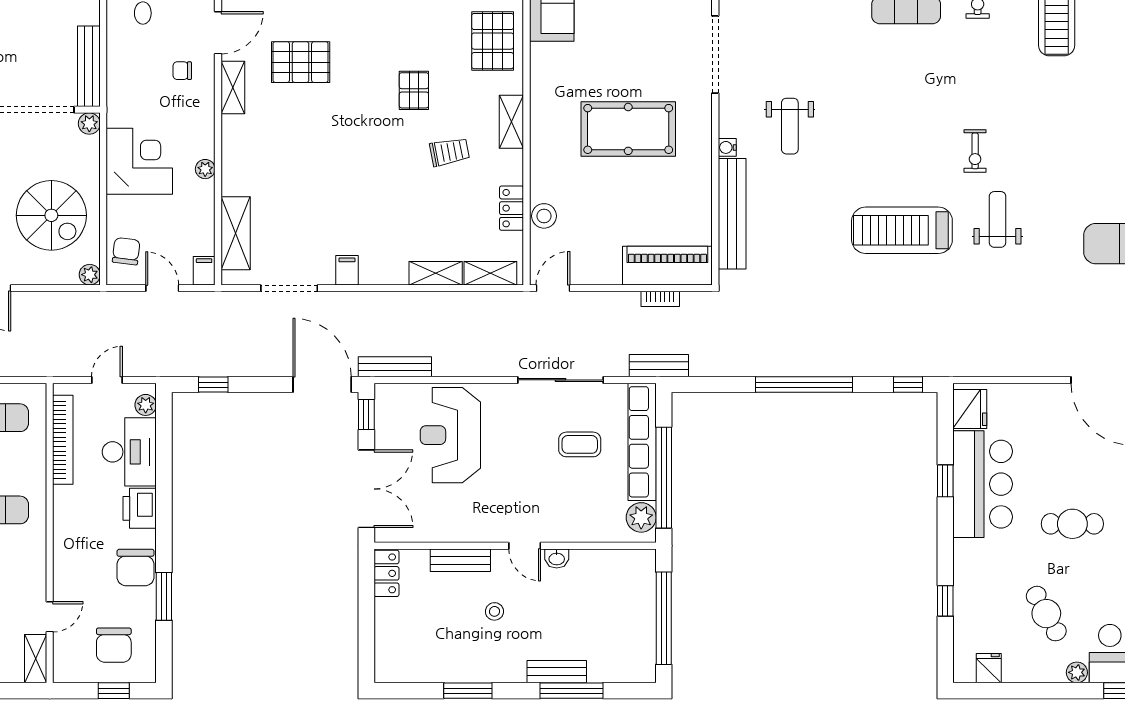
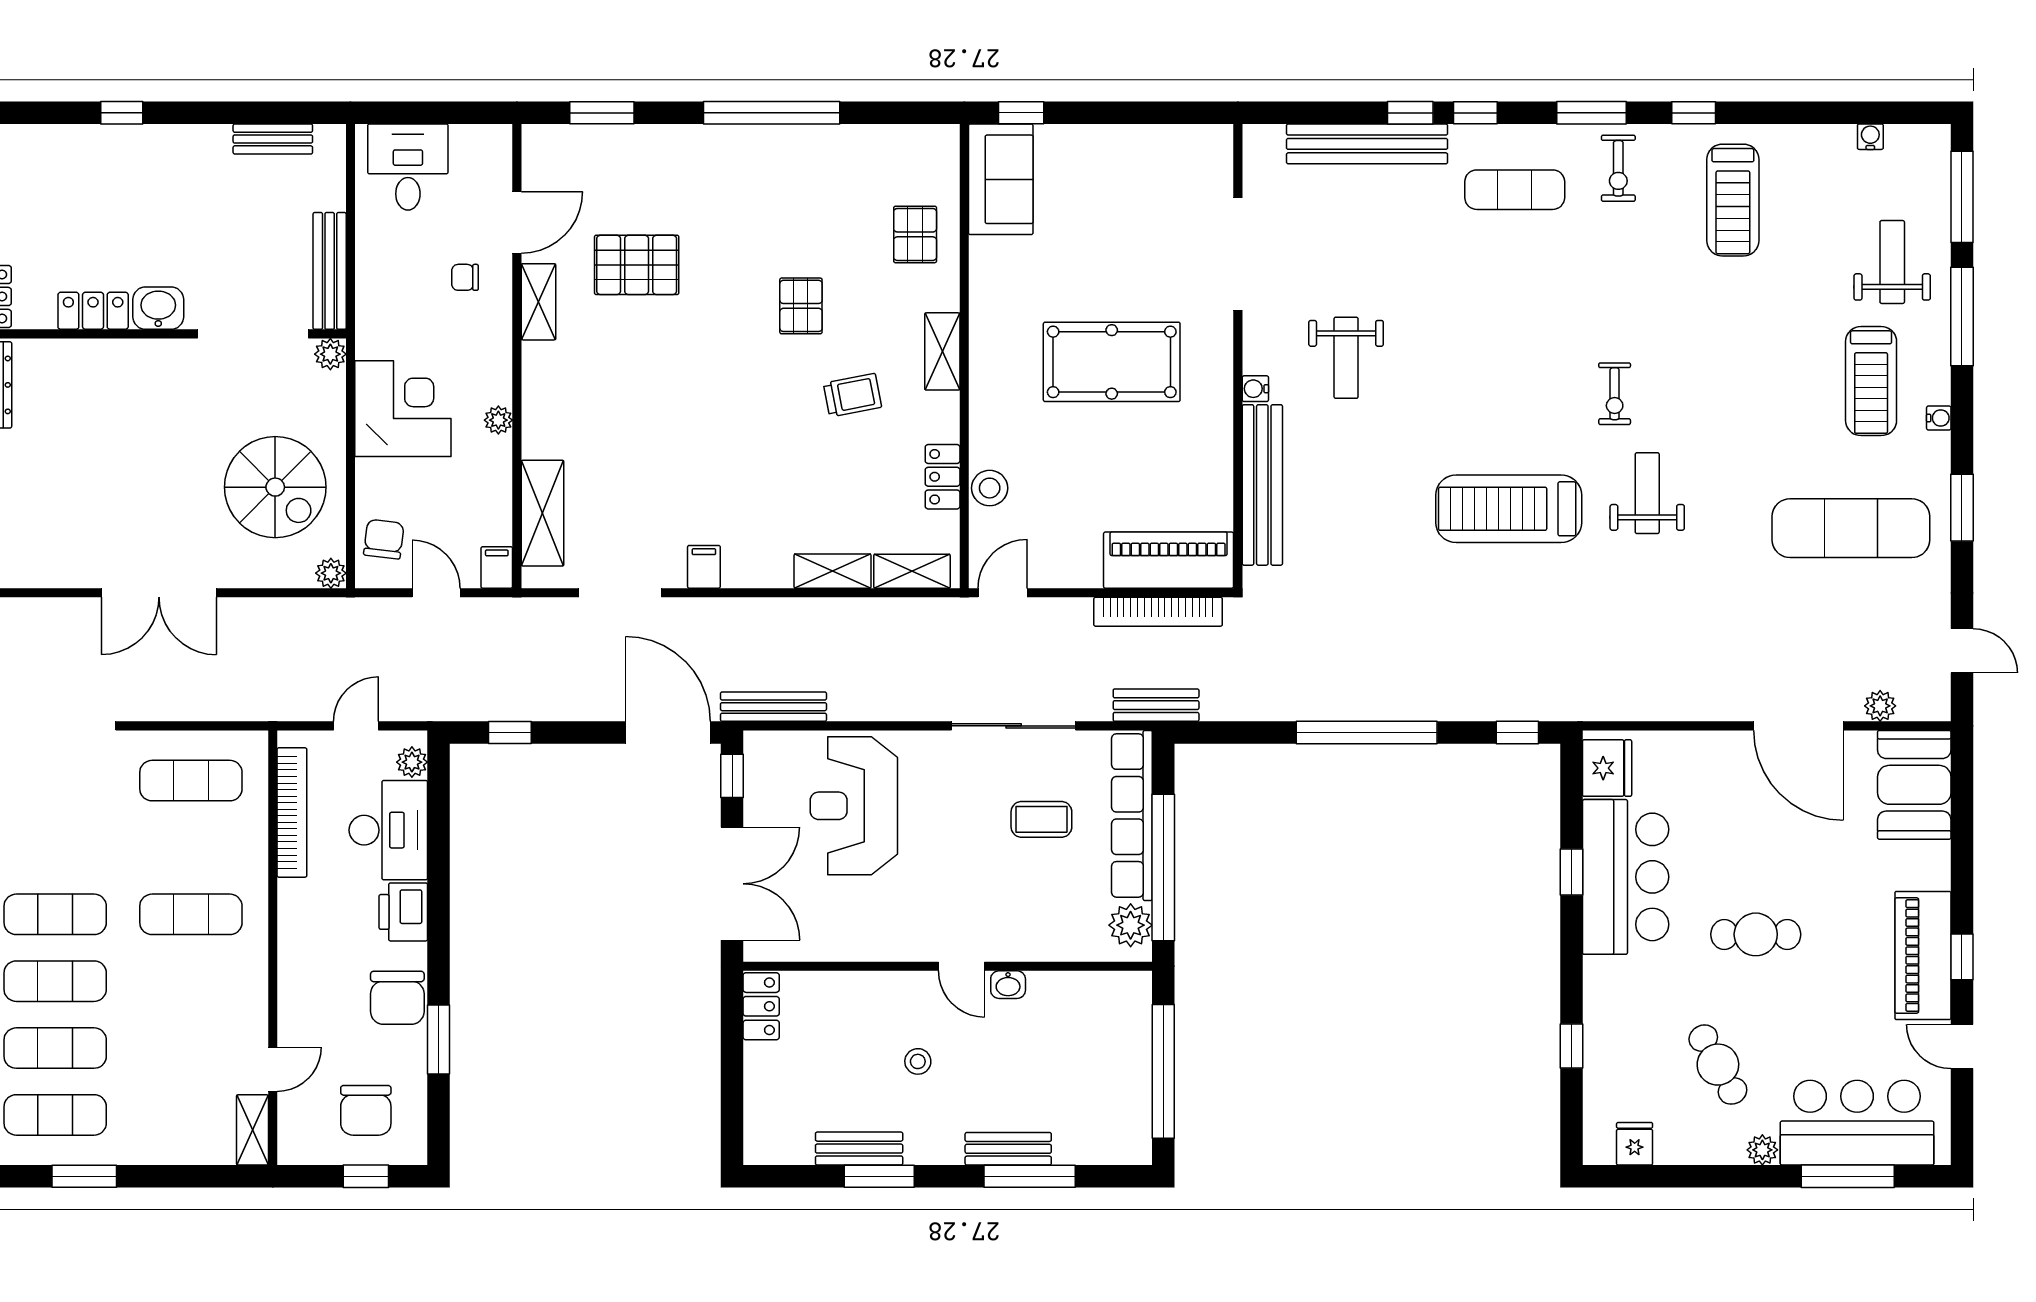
pallet: (493, 41) -> (915, 234), width x0.67, depth x0.71
bookcase: (660, 299) -> (1158, 612), width x2.31, depth x1.31
bench: (460, 560) -> (859, 1149), moved

